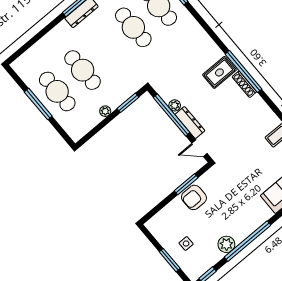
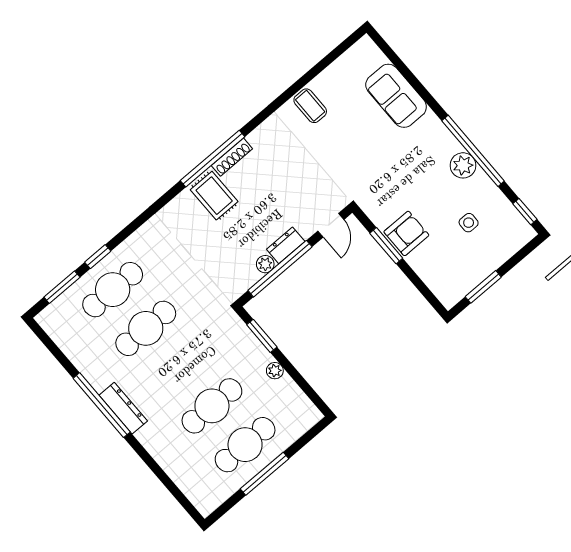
dresser: (190, 123) -> (286, 245), width x0.70
armchair: (194, 197) -> (406, 233), turned -90
side table: (186, 243) -> (469, 223), moved
plant: (226, 244) -> (463, 165), moved
window: (170, 260) -> (483, 287), moved

